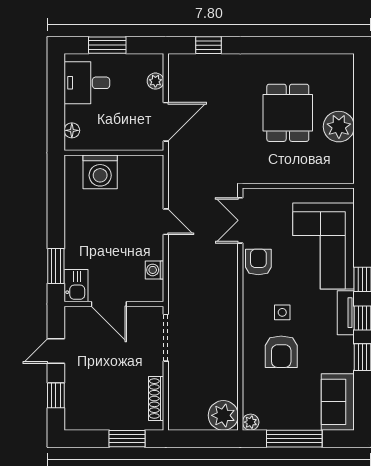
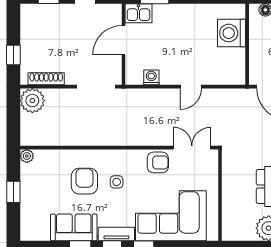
armchair: (281, 352) -> (84, 181), turned 90
sofa: (338, 402) -> (74, 227), moved
plant: (223, 415) -> (32, 101), moved
window: (127, 439) -> (13, 55), width x0.67
window: (294, 439) -> (13, 192), width x0.46

